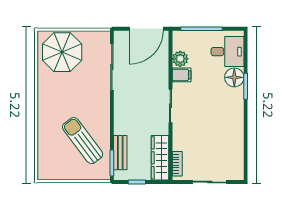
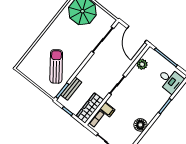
door: (146, 29) -> (137, 34), hinge flipped
filing cabinet: (182, 75) -> (107, 109), moved
floor lamp: (234, 77) -> (140, 125), moved

